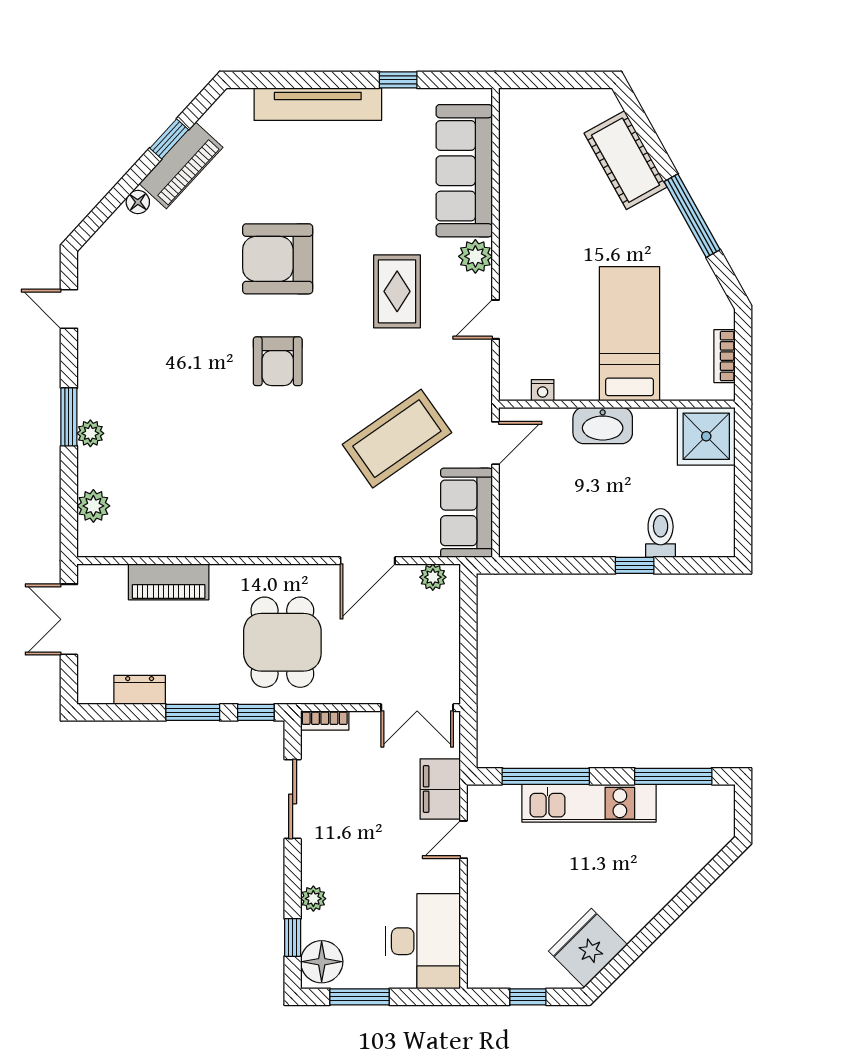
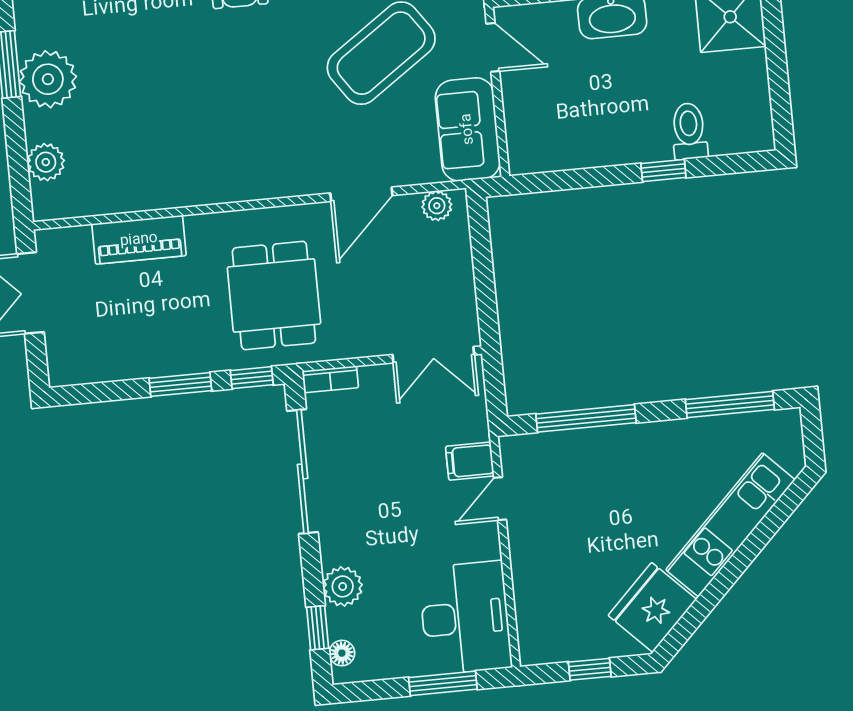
plant: (90, 433) -> (48, 79), width x1.87, depth x1.87
door: (495, 443) -> (493, 47), hinge flipped
dresser: (140, 690) -> (118, 365), removed
filing cabinet: (440, 789) -> (470, 461), width x0.50
sliding door: (293, 799) -> (303, 471), width x1.37
kitchen unit: (589, 803) -> (730, 525), moved, turned 135
plant: (313, 899) -> (343, 586), width x1.38, depth x1.38
floor lamp: (322, 962) -> (342, 653), width x0.53, depth x0.53
window: (360, 997) -> (443, 683), moved

